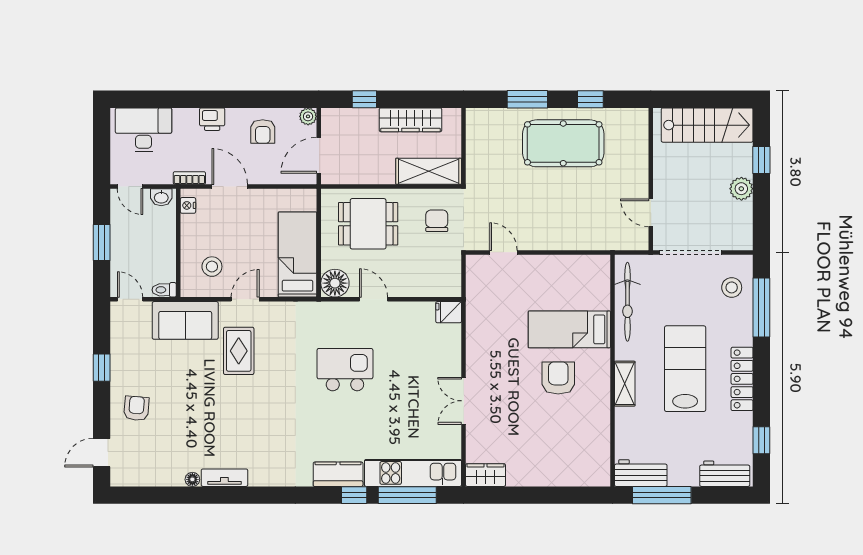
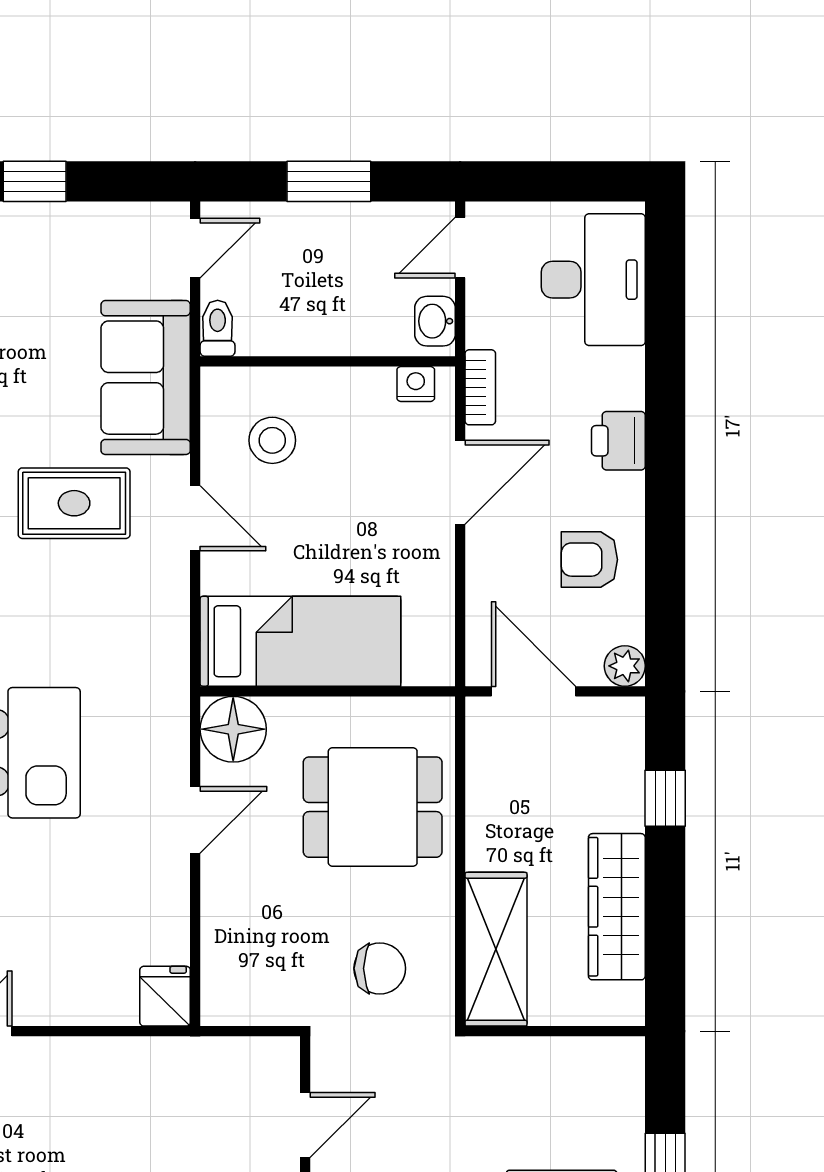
dining table: (368, 224) -> (373, 807), turned 90

